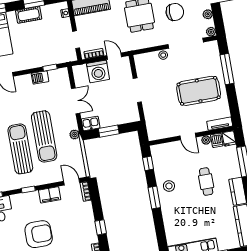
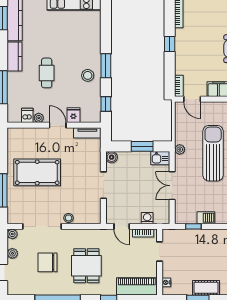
washing machine: (98, 71) -> (147, 218), width x0.53, depth x0.53
boiler: (134, 117) -> (112, 157), added
tv unit: (220, 124) -> (87, 133), moved
fridge: (229, 138) -> (73, 115), moved

